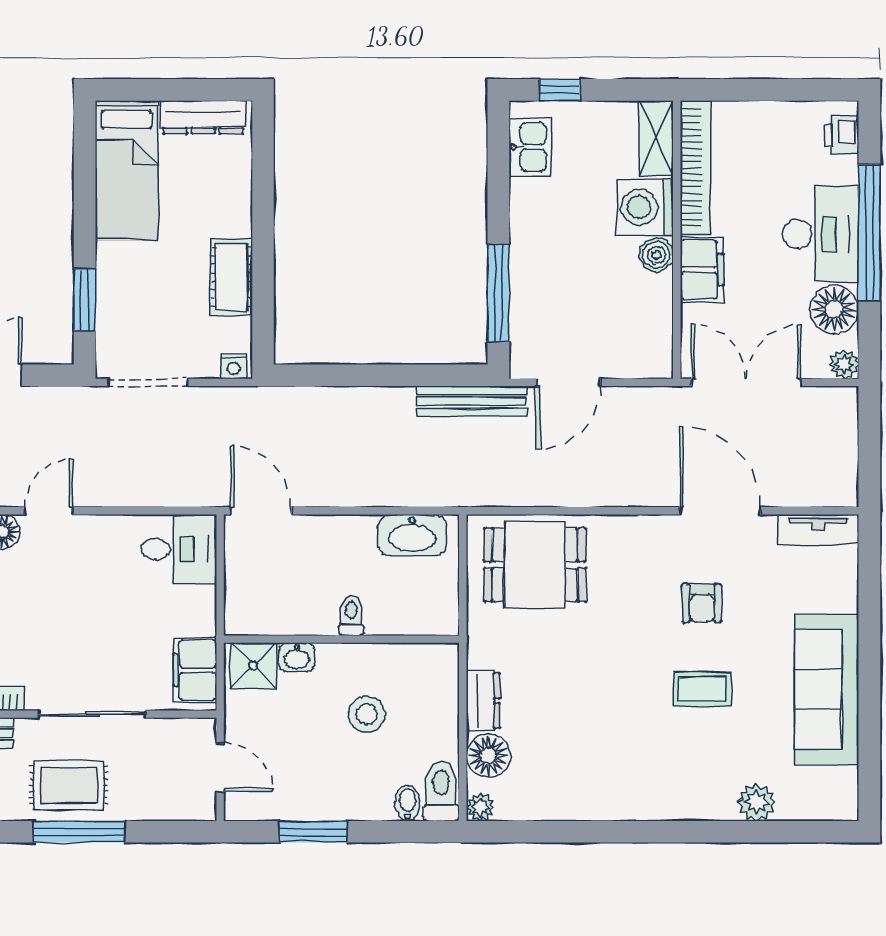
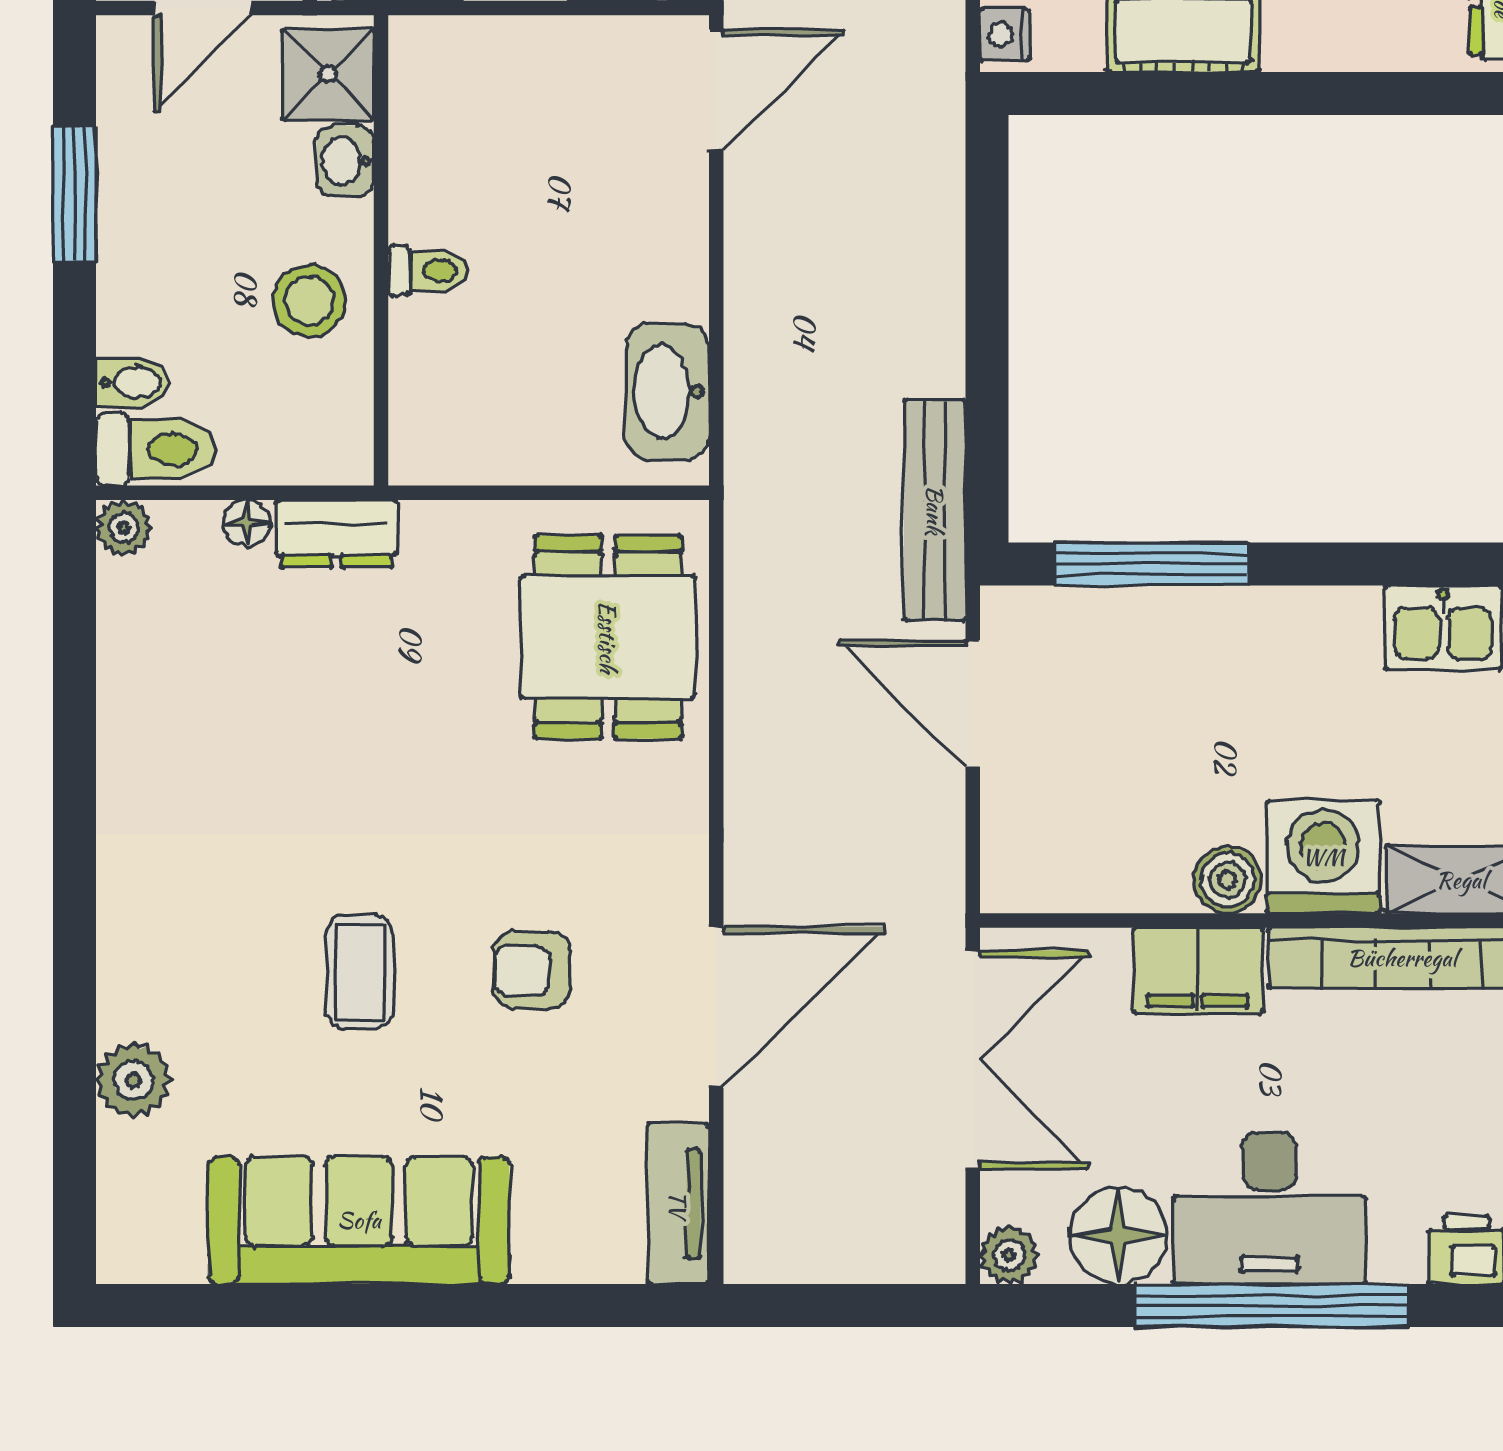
toilet: (352, 616) -> (428, 271), moved
wall: (341, 639) -> (381, 250), moved
washbasin: (297, 657) -> (345, 161), moved
shower: (253, 666) -> (328, 74), moved
floor lamp: (488, 756) -> (247, 523), width x0.53, depth x0.53

